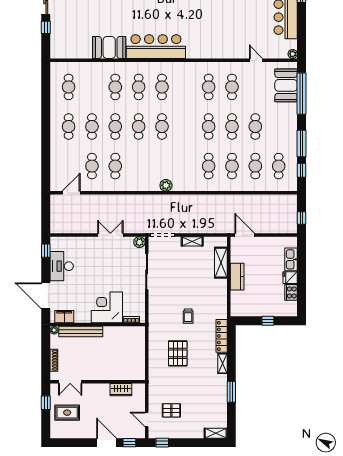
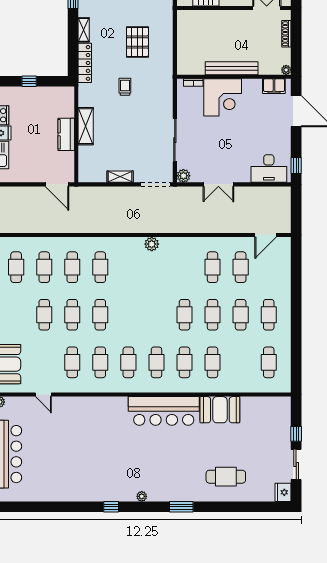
cafe table: (162, 127) -> (128, 362), moved
shelving: (221, 263) -> (86, 126), moved
desk: (62, 266) -> (269, 169), moved, turned 90
bench: (81, 332) -> (232, 68), moved

